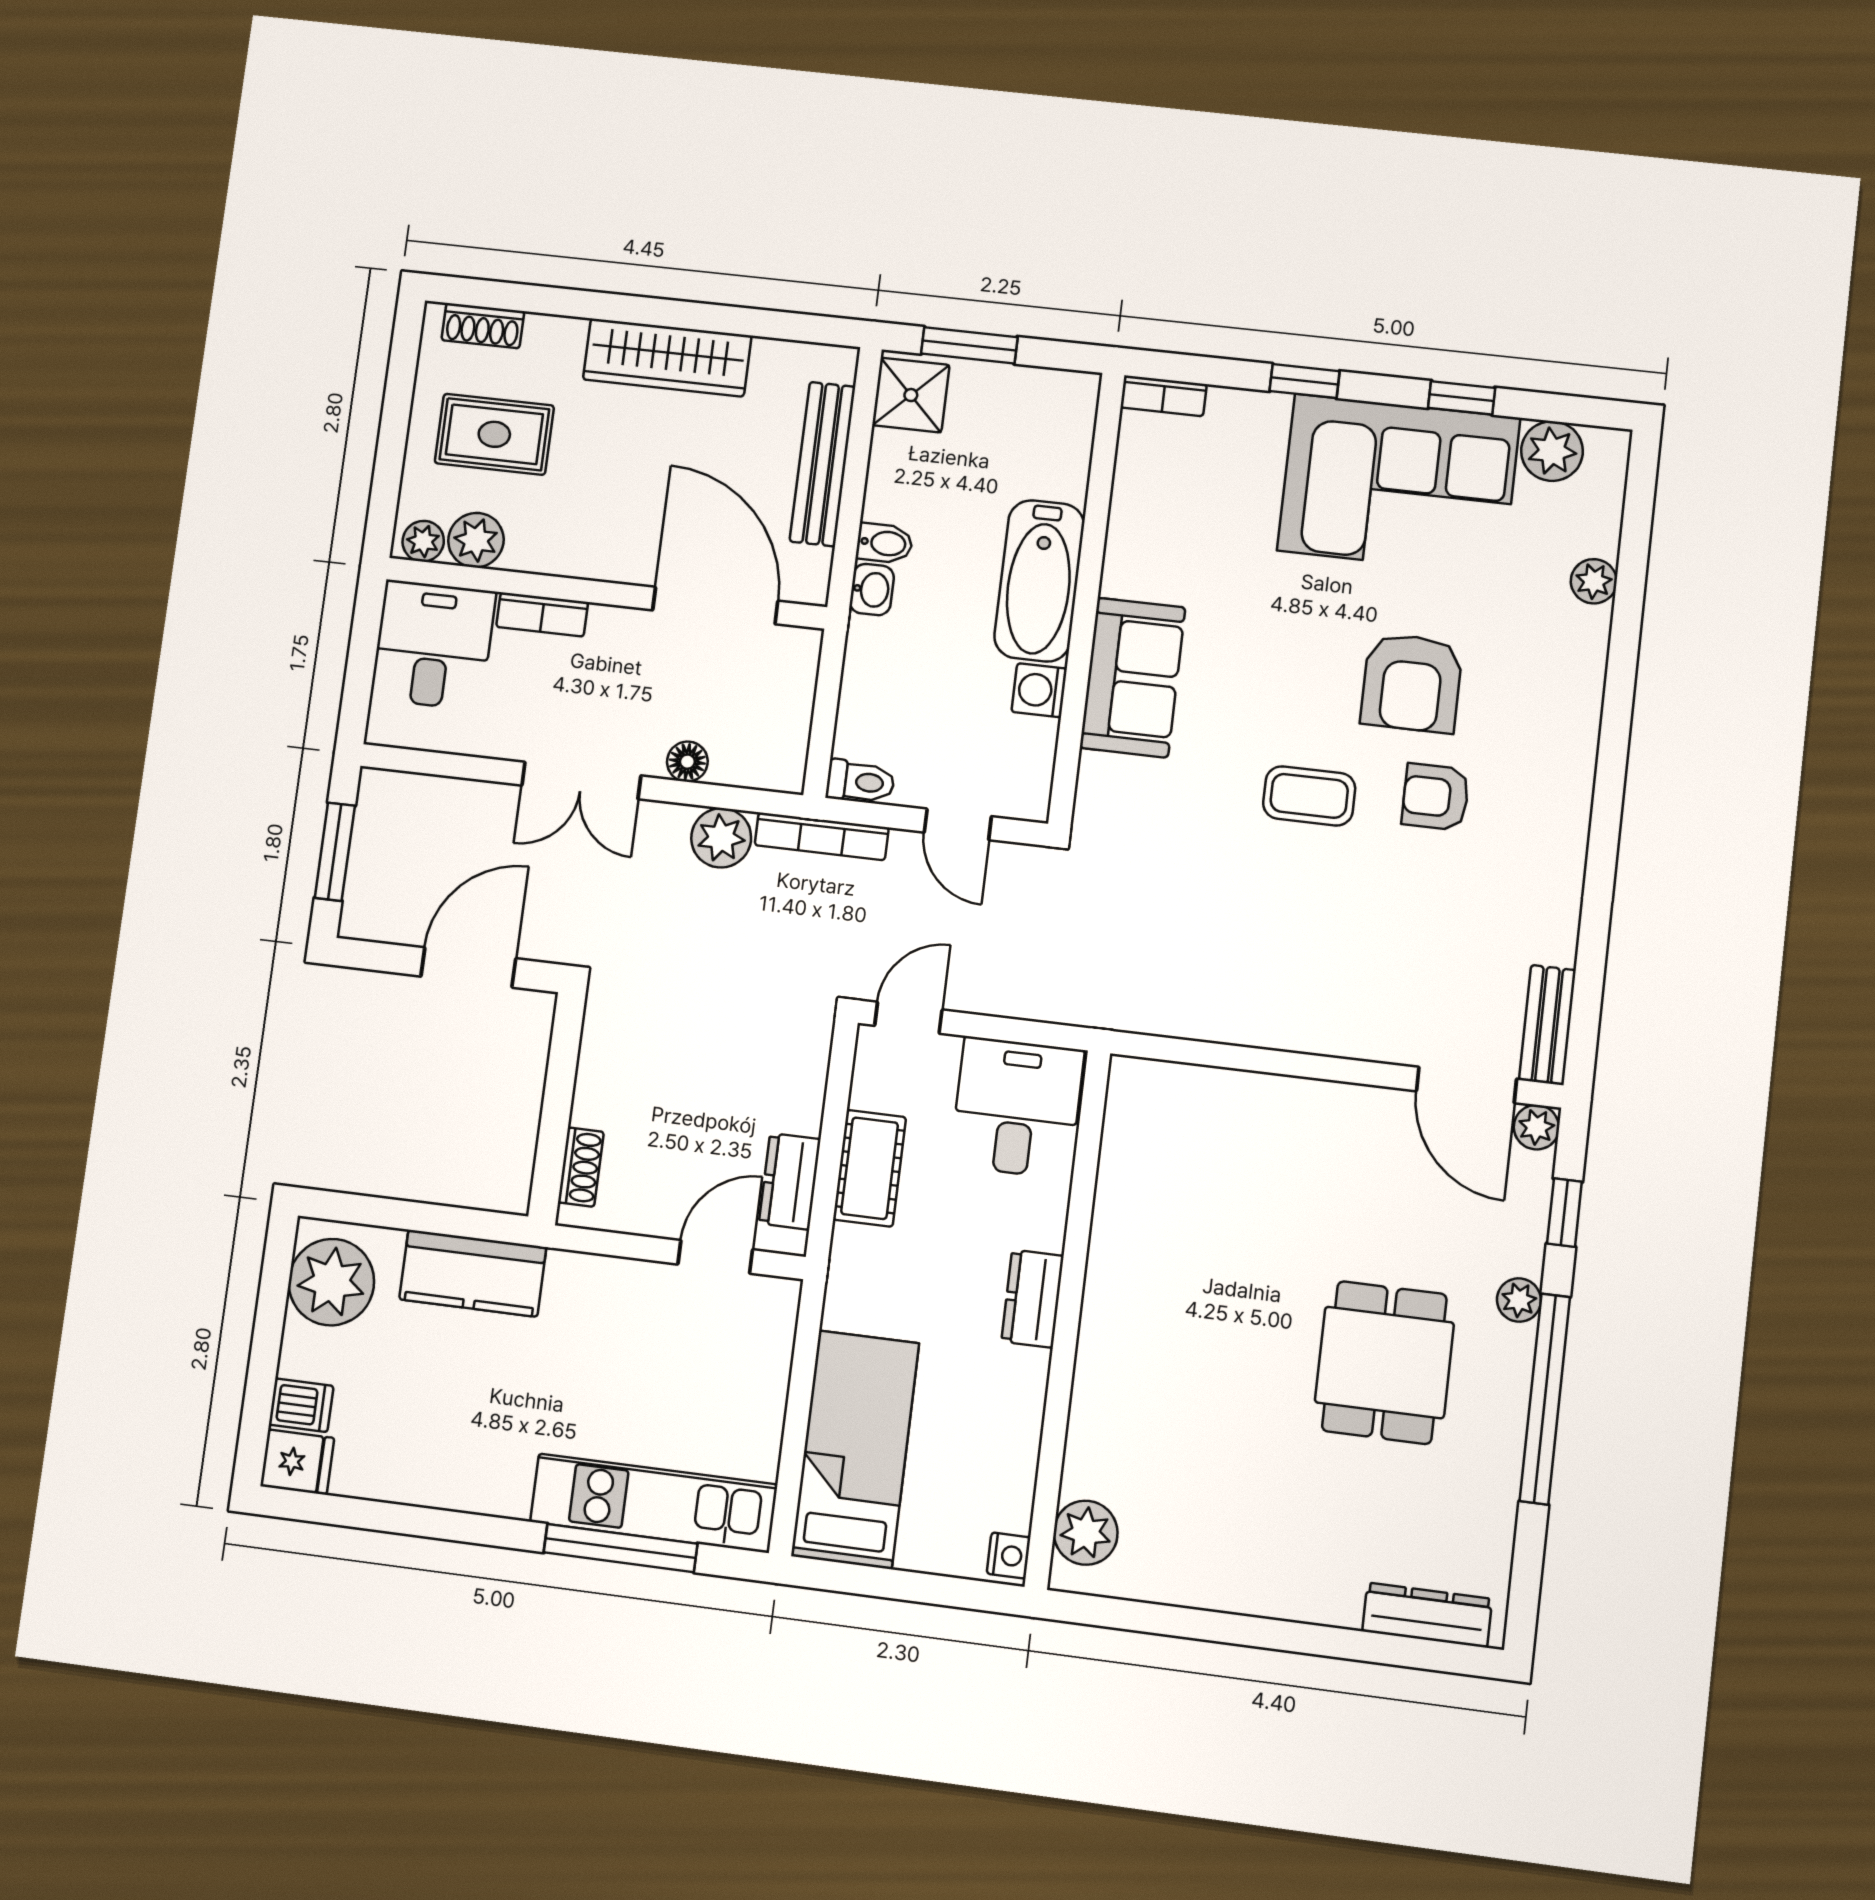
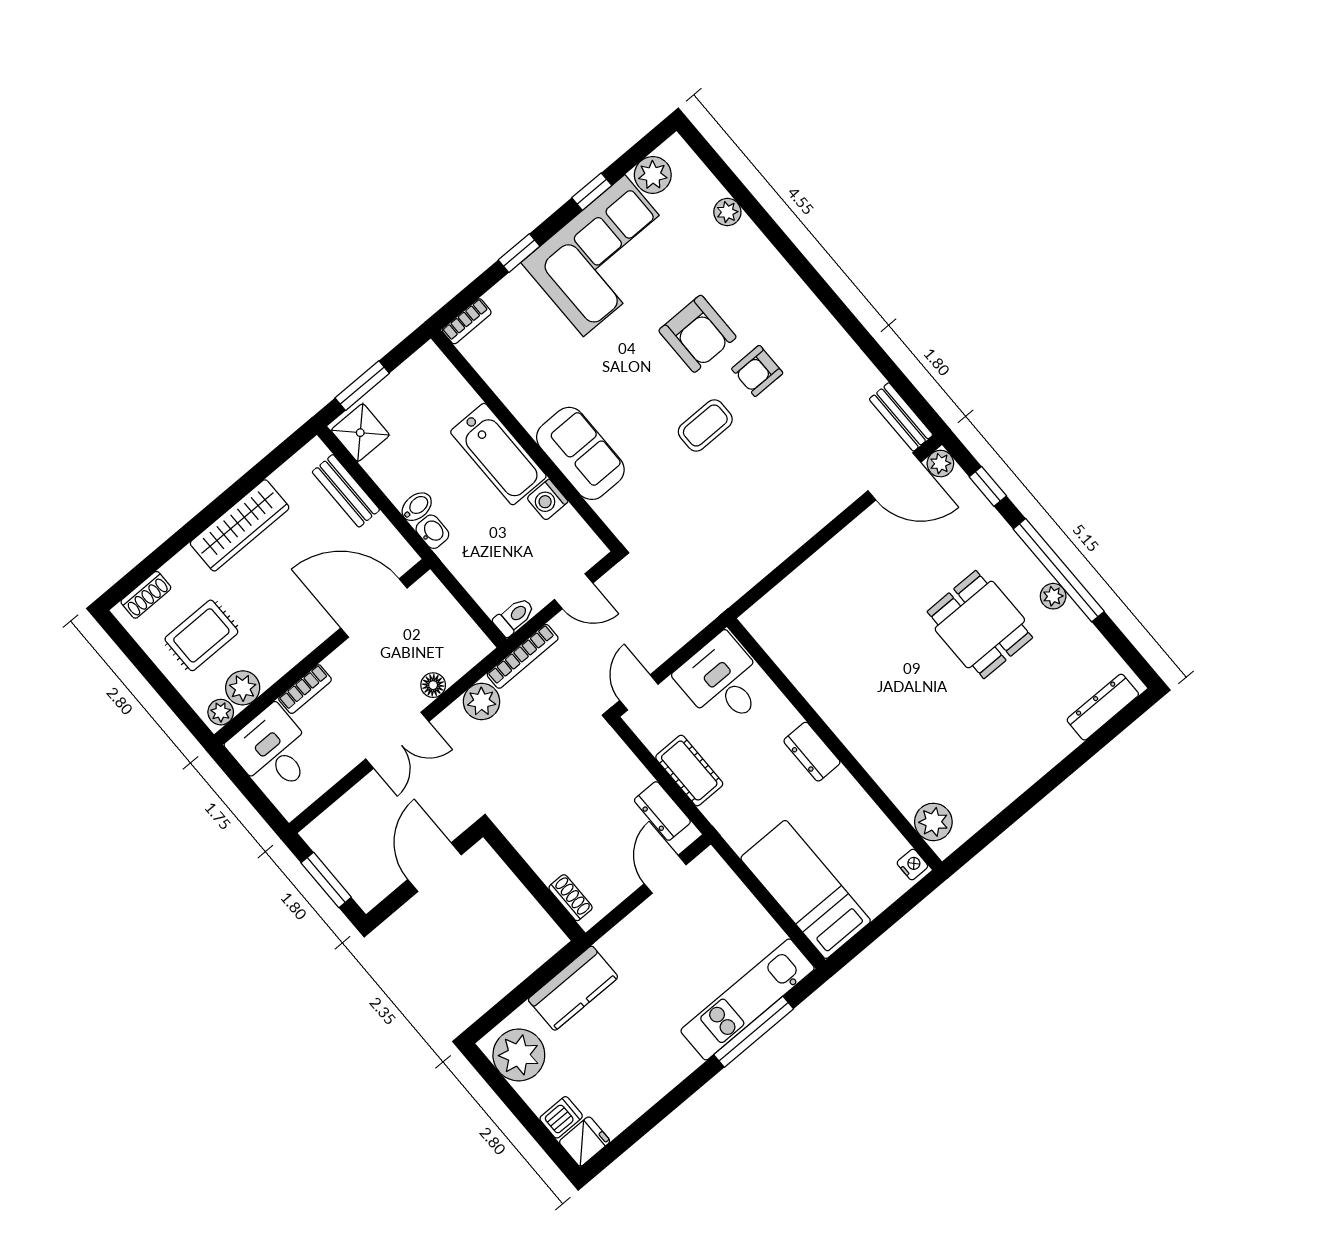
bench: (822, 464) -> (346, 491), width x0.73
plant: (1519, 1300) -> (1053, 596), moved

